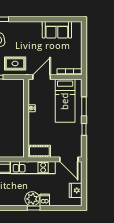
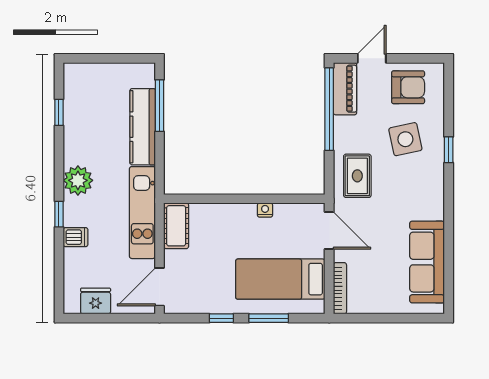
sofa: (57, 30) -> (427, 262), width x1.36
plant: (32, 199) -> (78, 180), moved

